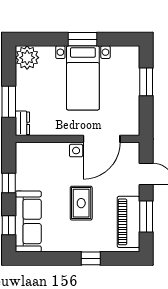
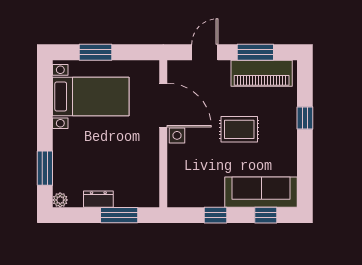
window: (83, 39) -> (45, 168), moved
plant: (27, 58) -> (60, 200), width x0.53, depth x0.53
bed with nightstands: (83, 78) -> (91, 97), moved
dresser: (22, 123) -> (98, 199), moved

